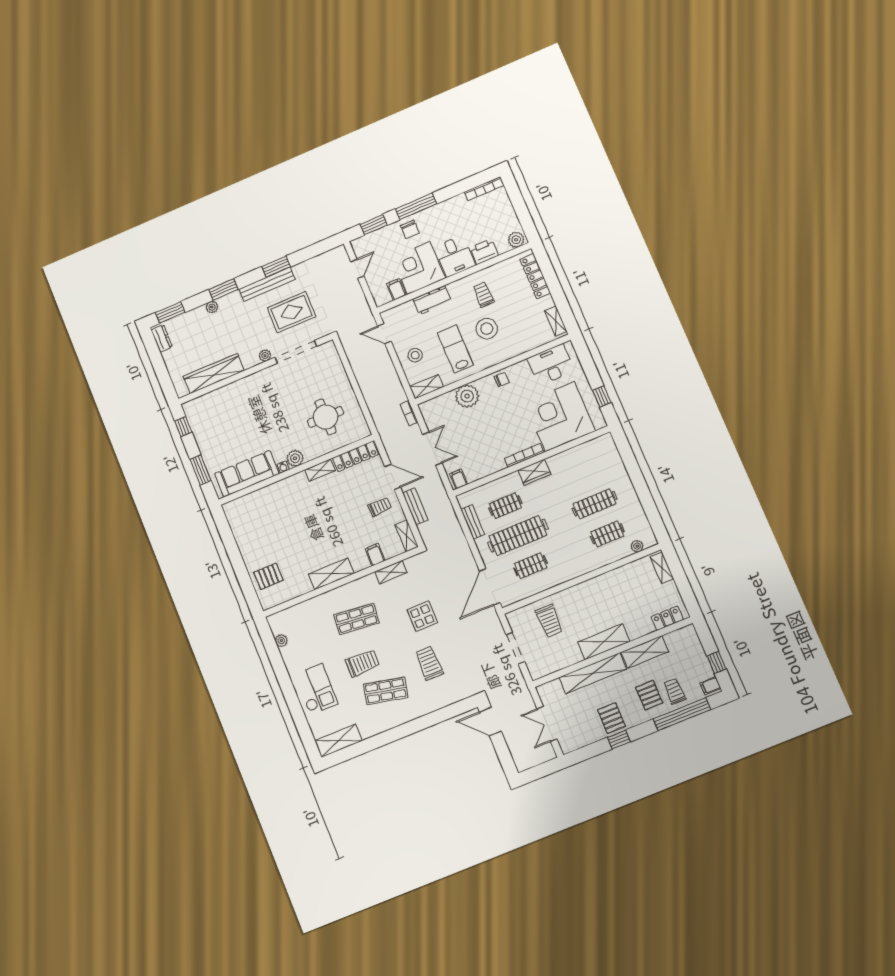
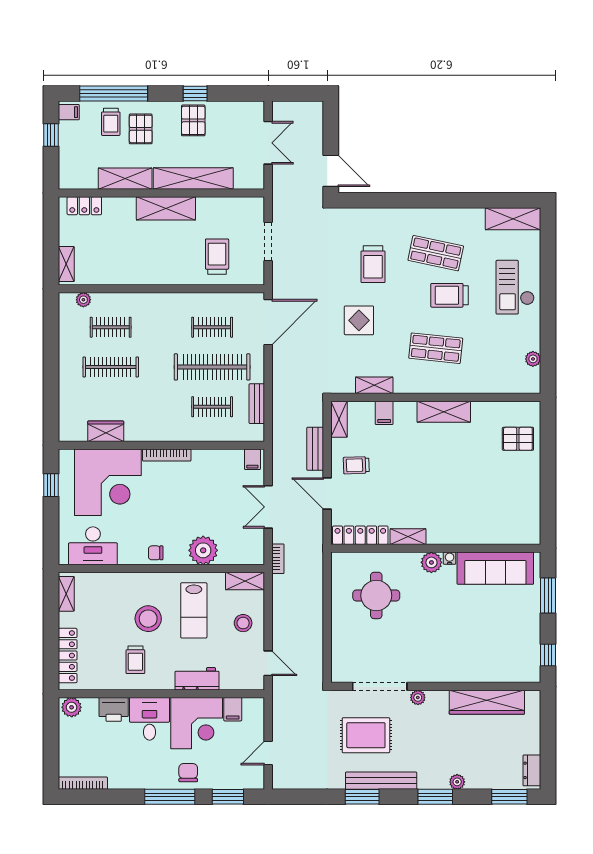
wardrobe: (534, 472) -> (106, 431), moved

